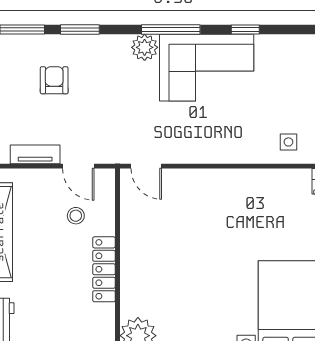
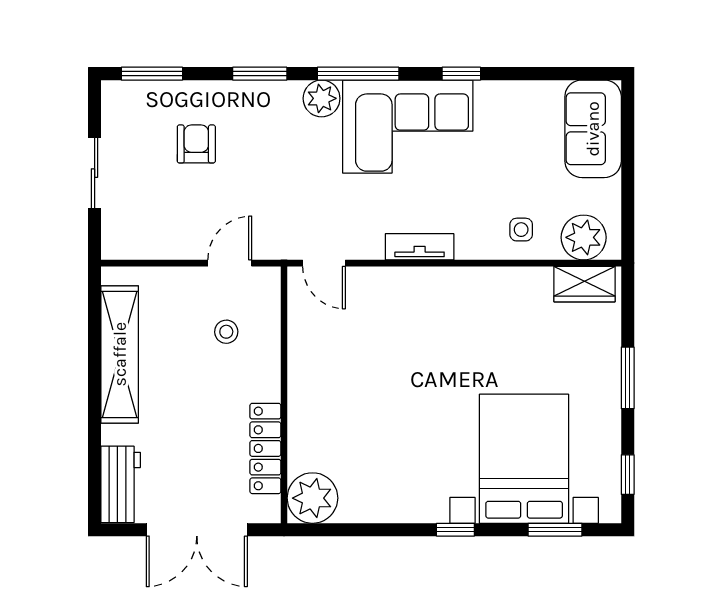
window: (80, 29) -> (260, 74), moved
tv unit: (35, 154) -> (420, 247), moved
door: (78, 166) -> (230, 263), swing flipped
locker: (104, 269) -> (265, 448), moved

